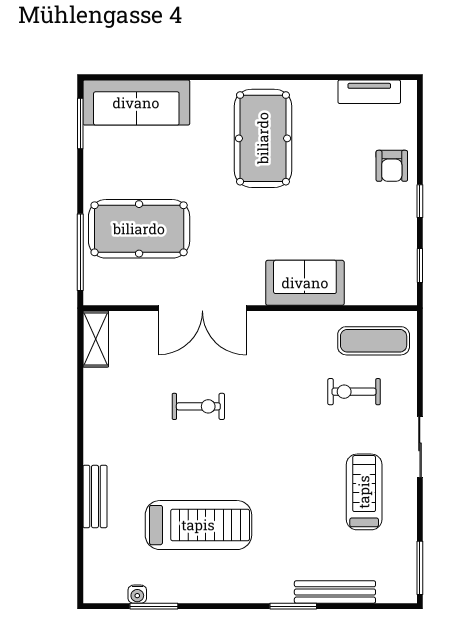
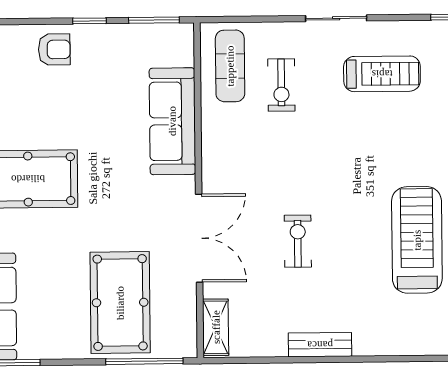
window: (420, 265) -> (154, 20), width x1.50
sofa: (305, 283) -> (172, 121), width x1.36
shelving: (96, 339) -> (216, 327), moved, turned 90
treadmill: (364, 492) -> (382, 74), turned 180
bench: (95, 496) -> (320, 345), moved

